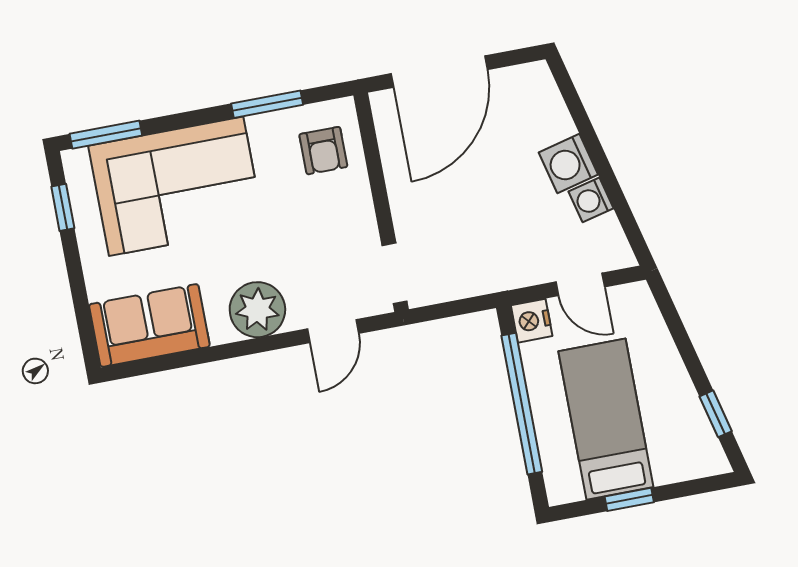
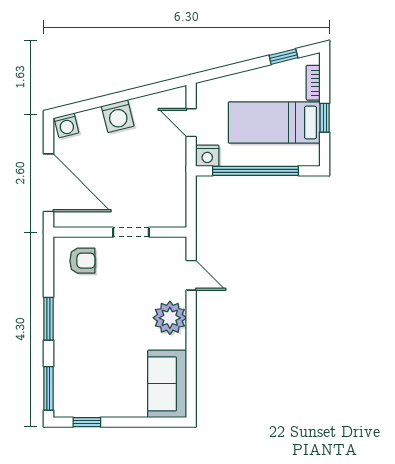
window: (267, 104) -> (48, 319), moved
corner sofa: (176, 186) -> (87, 352), removed
washing machine: (591, 200) -> (66, 125), moved
doorway: (395, 273) -> (131, 232), moved
door: (580, 284) -> (191, 123), swing flipped
bookcase: (682, 470) -> (313, 83), added

